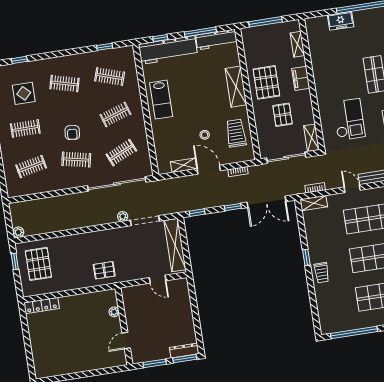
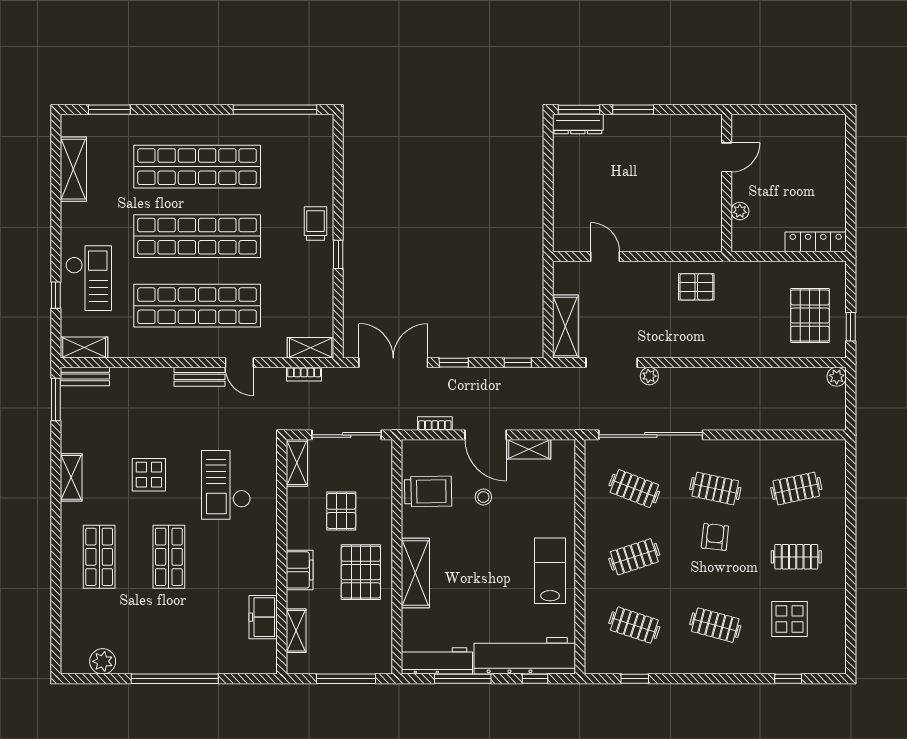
freezer: (341, 21) -> (263, 617), moved, turned -90
trolley: (236, 133) -> (428, 491), turned -91
clothes rail: (121, 153) -> (634, 489), turned 45
shelving: (175, 245) -> (565, 326), width x0.68
plant: (114, 312) -> (740, 211), moved
wall: (124, 326) -> (727, 183), moved
door: (126, 341) -> (727, 157), moved

